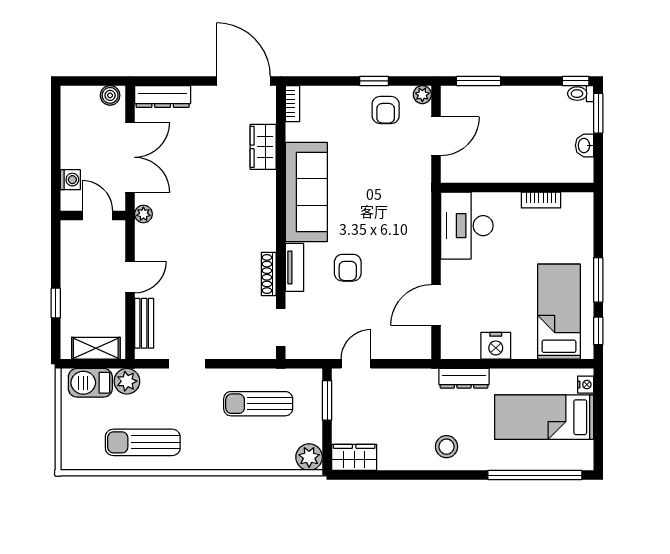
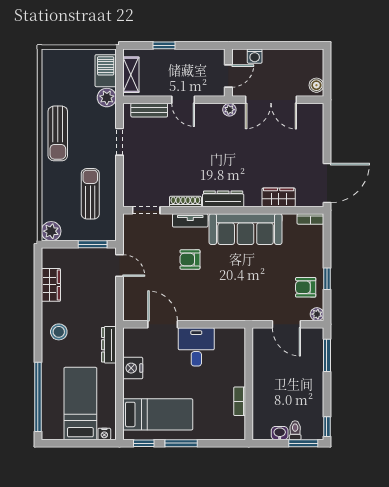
toilet: (581, 94) -> (295, 430), moved
dresser: (163, 97) -> (223, 199), moved, turned 90
desk: (467, 226) -> (196, 347), moved, width x0.73
sun lounger: (143, 442) -> (58, 133), moved, turned 180
wardrobe: (354, 457) -> (51, 285), moved

